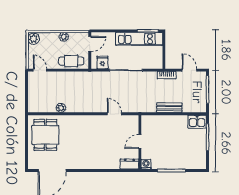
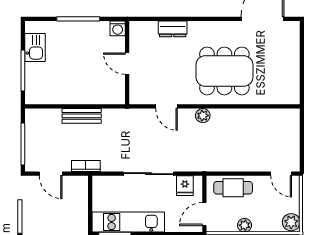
plant: (61, 108) -> (203, 116), moved
kitchen sink: (197, 122) -> (35, 47), moved, turned 90
dining table: (45, 135) -> (224, 71), moved, width x1.37
door: (140, 142) -> (127, 64), swing flipped
dresser: (129, 164) -> (173, 29), moved

